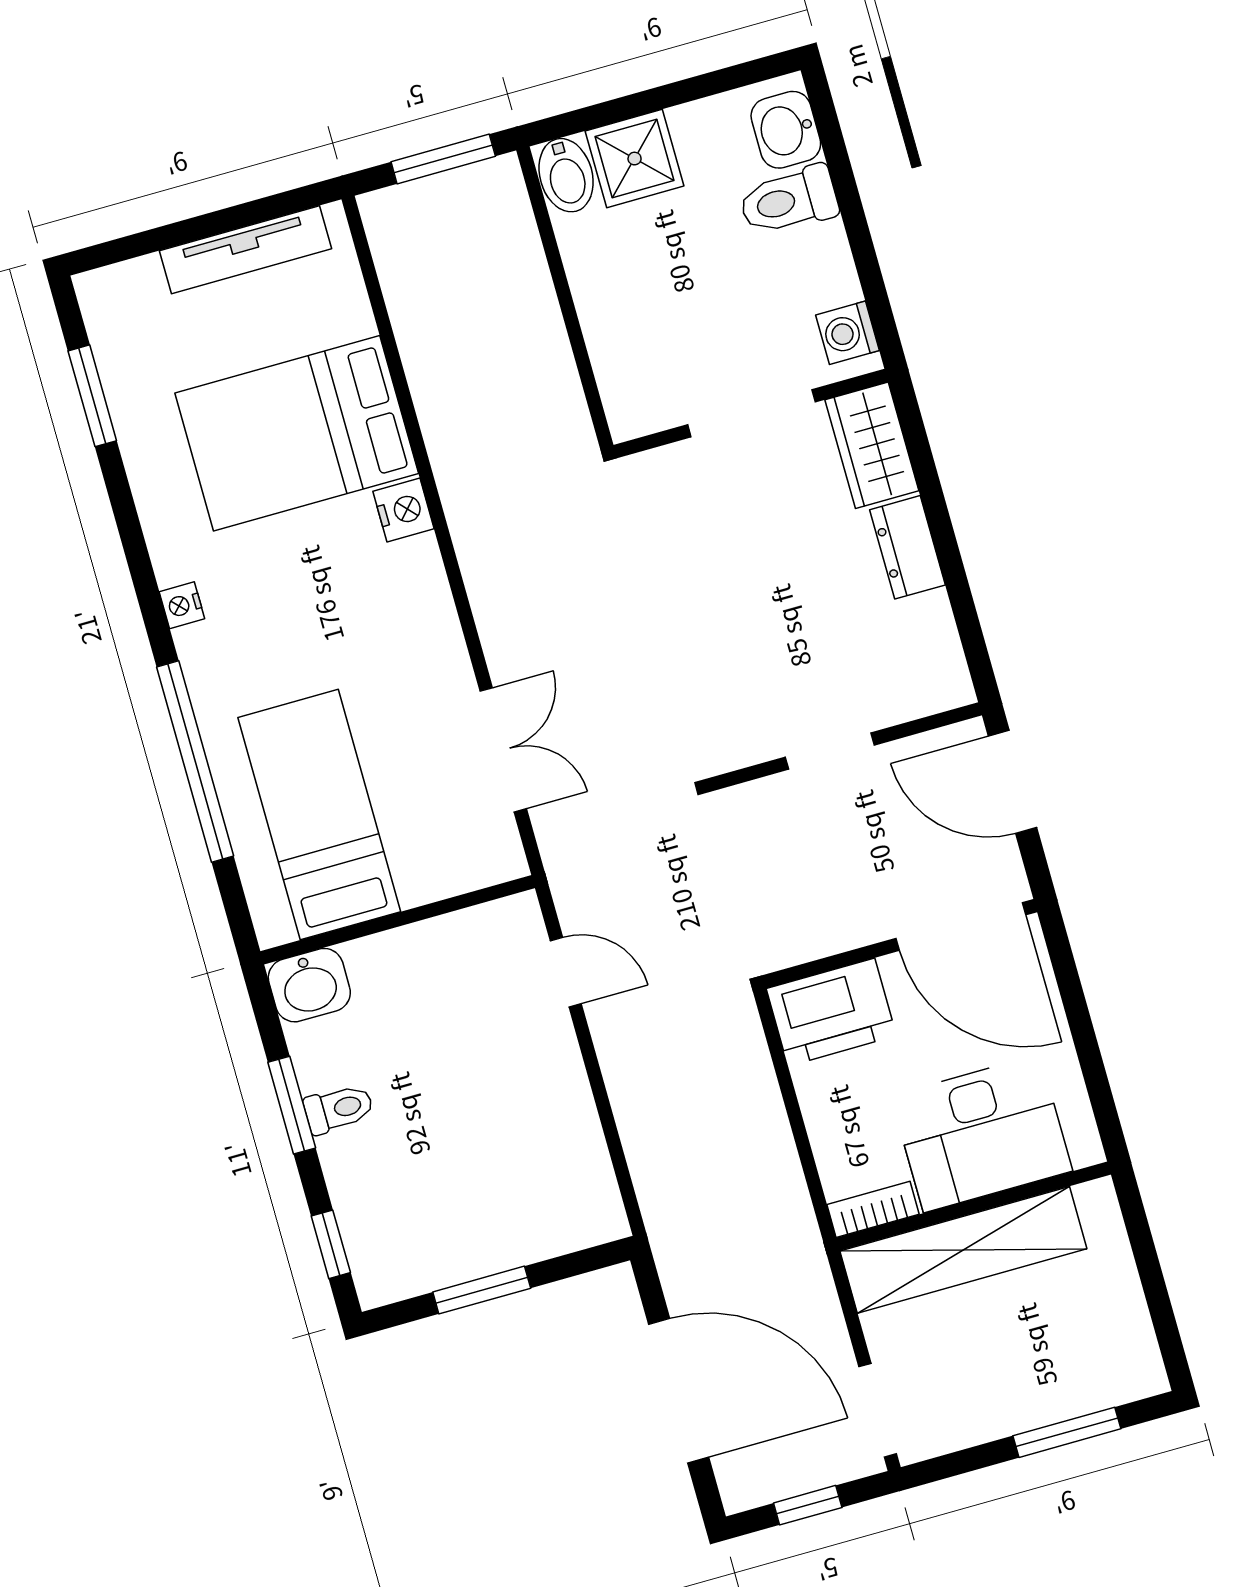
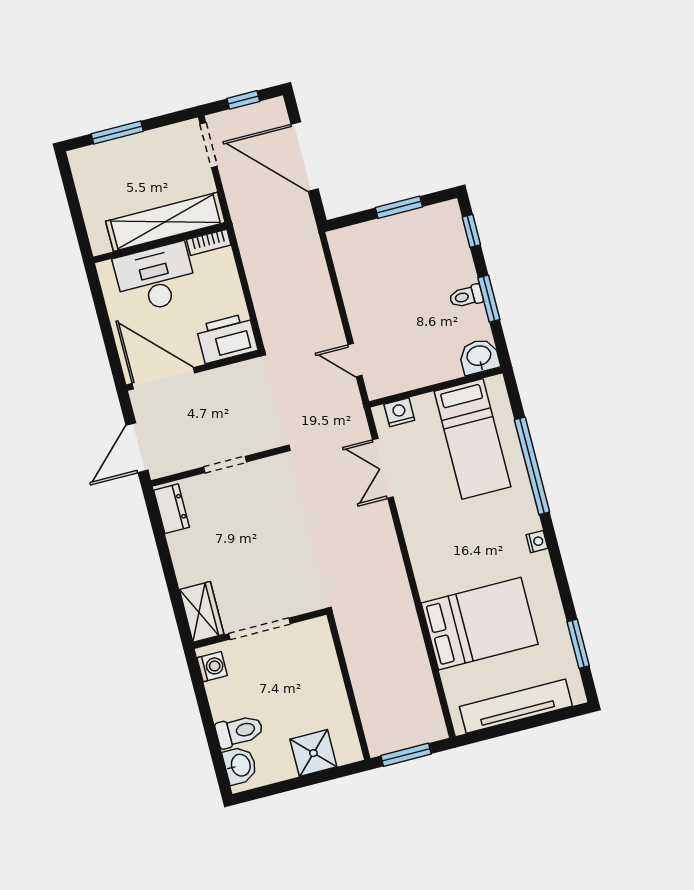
bidet: (566, 175) -> (347, 746), removed
tv unit: (245, 250) -> (516, 706), width x1.36, depth x1.29
nightstand: (403, 510) -> (399, 412), moved, turned 90
dresser: (907, 547) -> (171, 509), moved
door: (1012, 782) -> (137, 448), swing flipped

